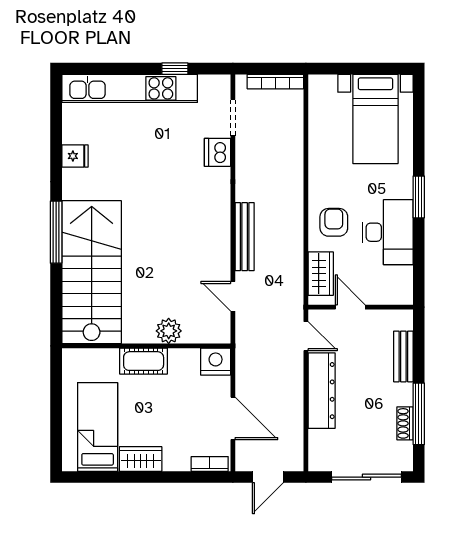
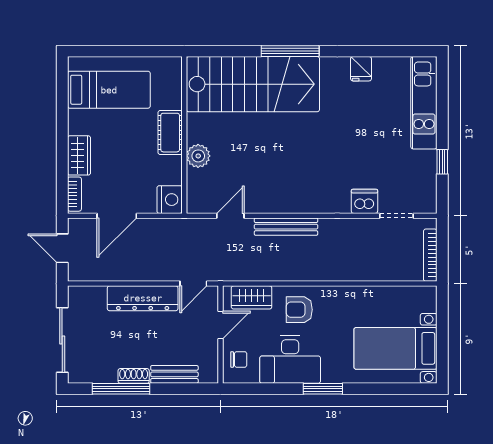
kitchen unit: (130, 88) -> (424, 103), width x0.73
armchair: (334, 222) -> (299, 310), turned 180
chair: (387, 287) -> (239, 359), added
shoe rack: (405, 423) -> (134, 376), moved
wardrobe: (141, 459) -> (79, 155), moved

